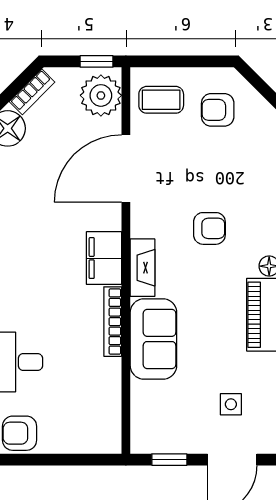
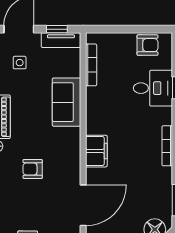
fireplace: (142, 268) -> (73, 145), removed
bookcase: (113, 322) -> (91, 65), moved
tv unit: (163, 441) -> (61, 40), added

